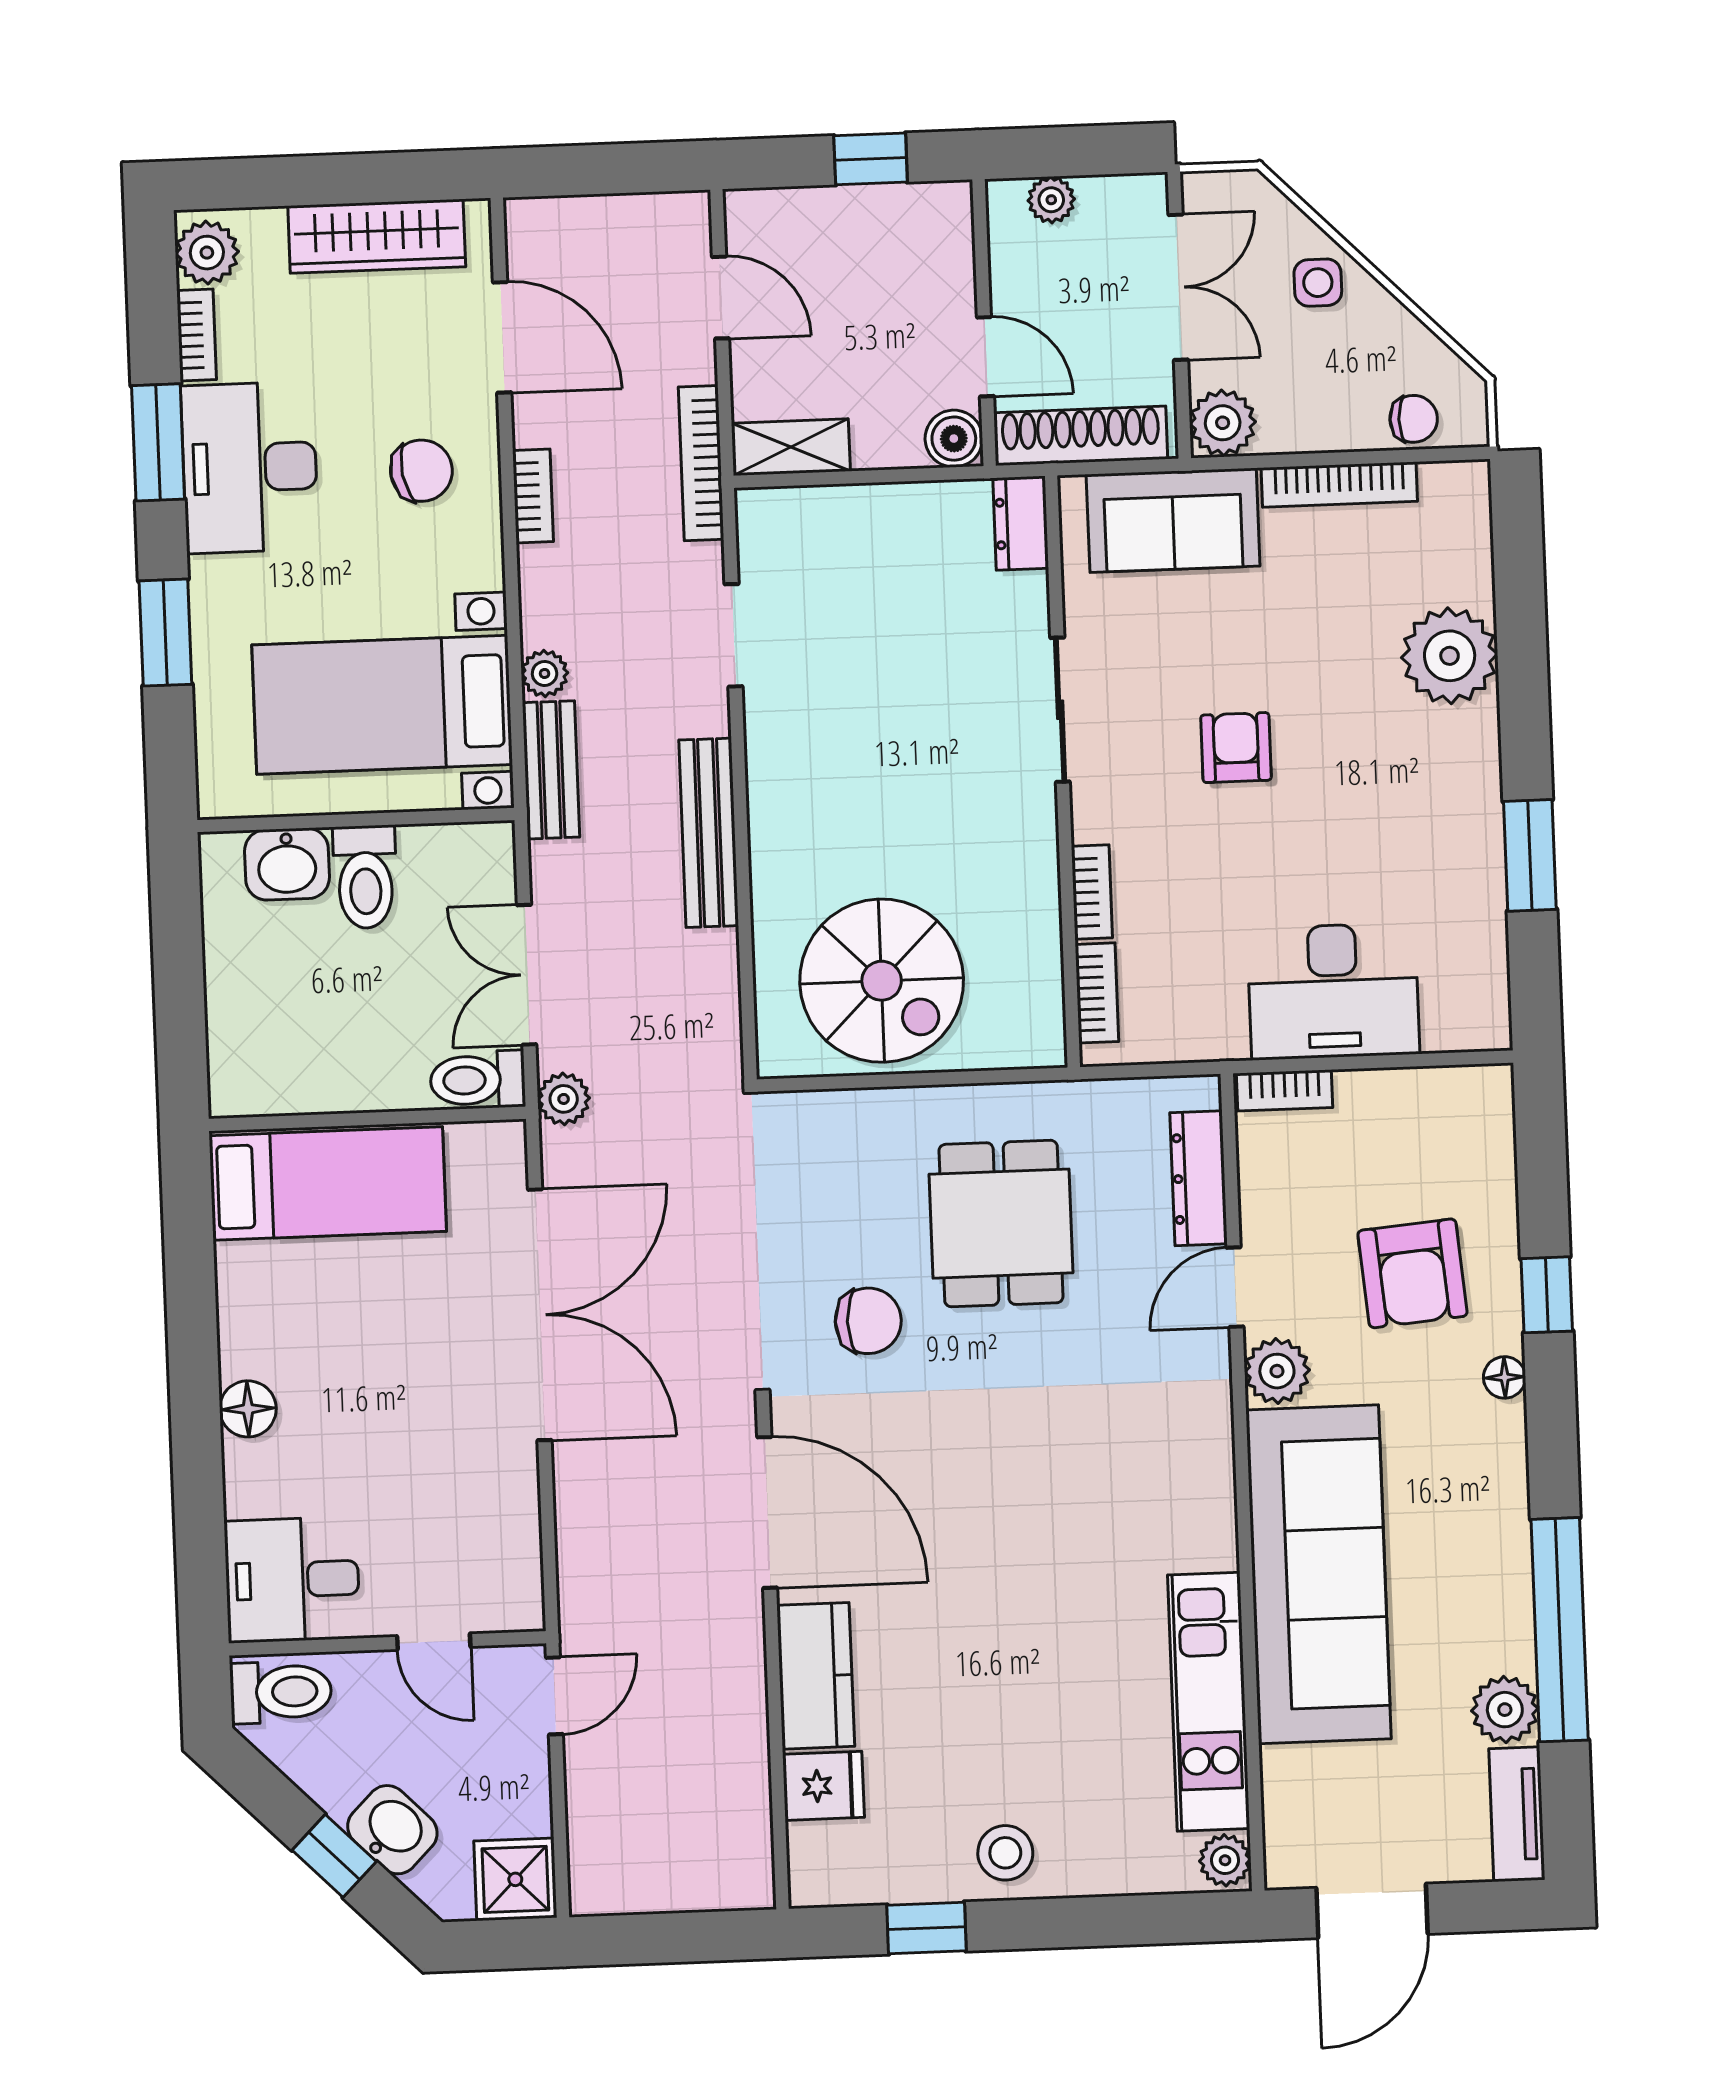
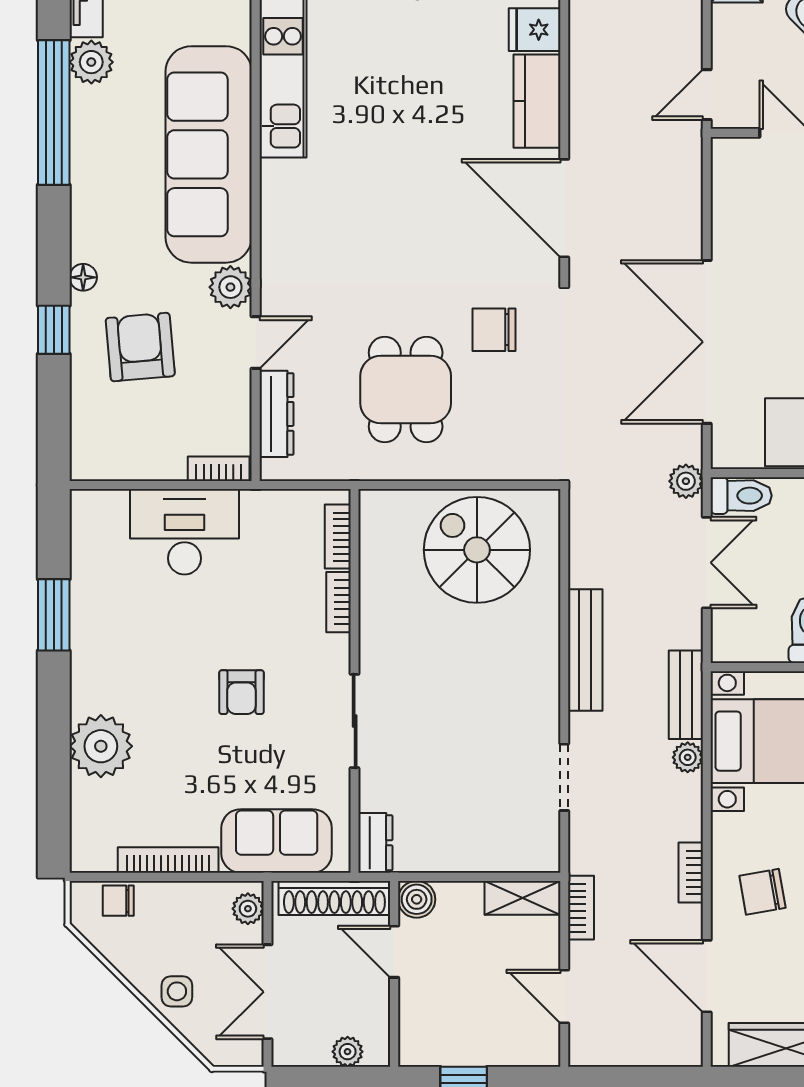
plant: (1223, 423) -> (248, 909), width x0.73, depth x0.73
bookcase: (701, 463) -> (581, 908), width x0.64

